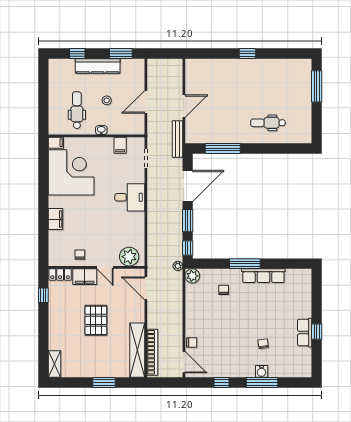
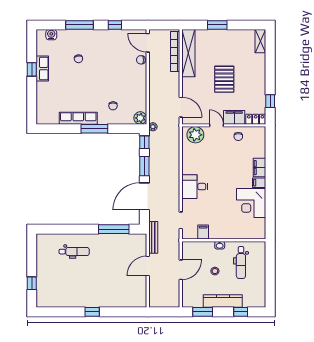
window: (317, 86) -> (32, 283), width x0.46
filing cabinet: (56, 143) -> (259, 183), moved
corner desk: (71, 172) -> (251, 203), width x0.74, depth x0.74
water cooler: (262, 371) -> (51, 35), moved

